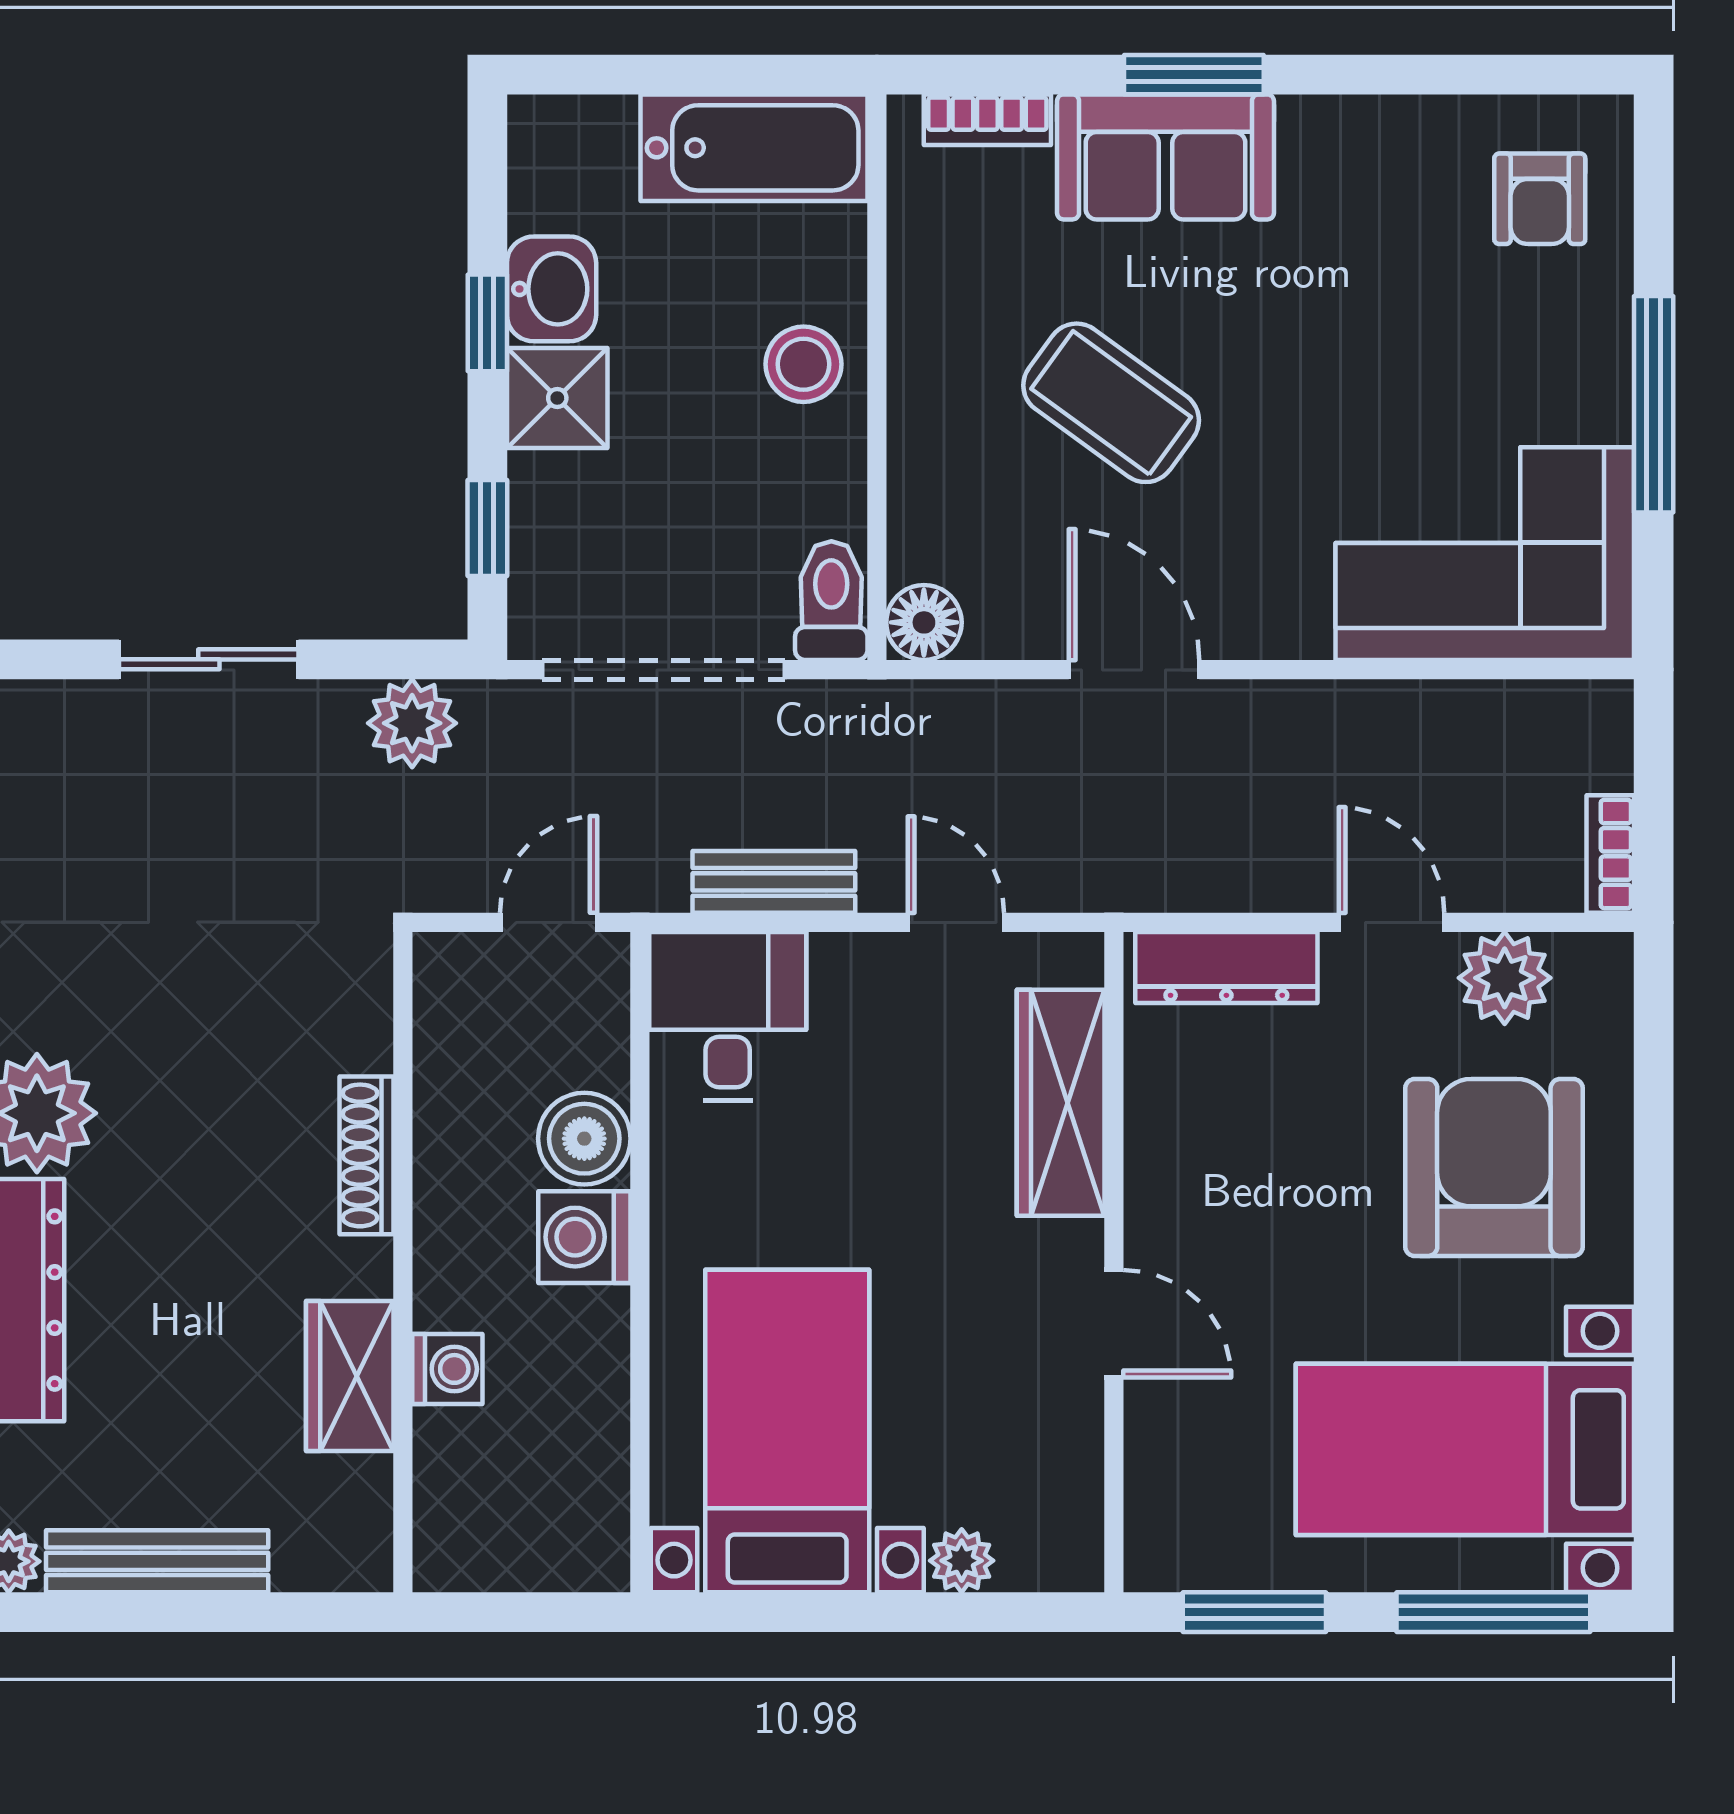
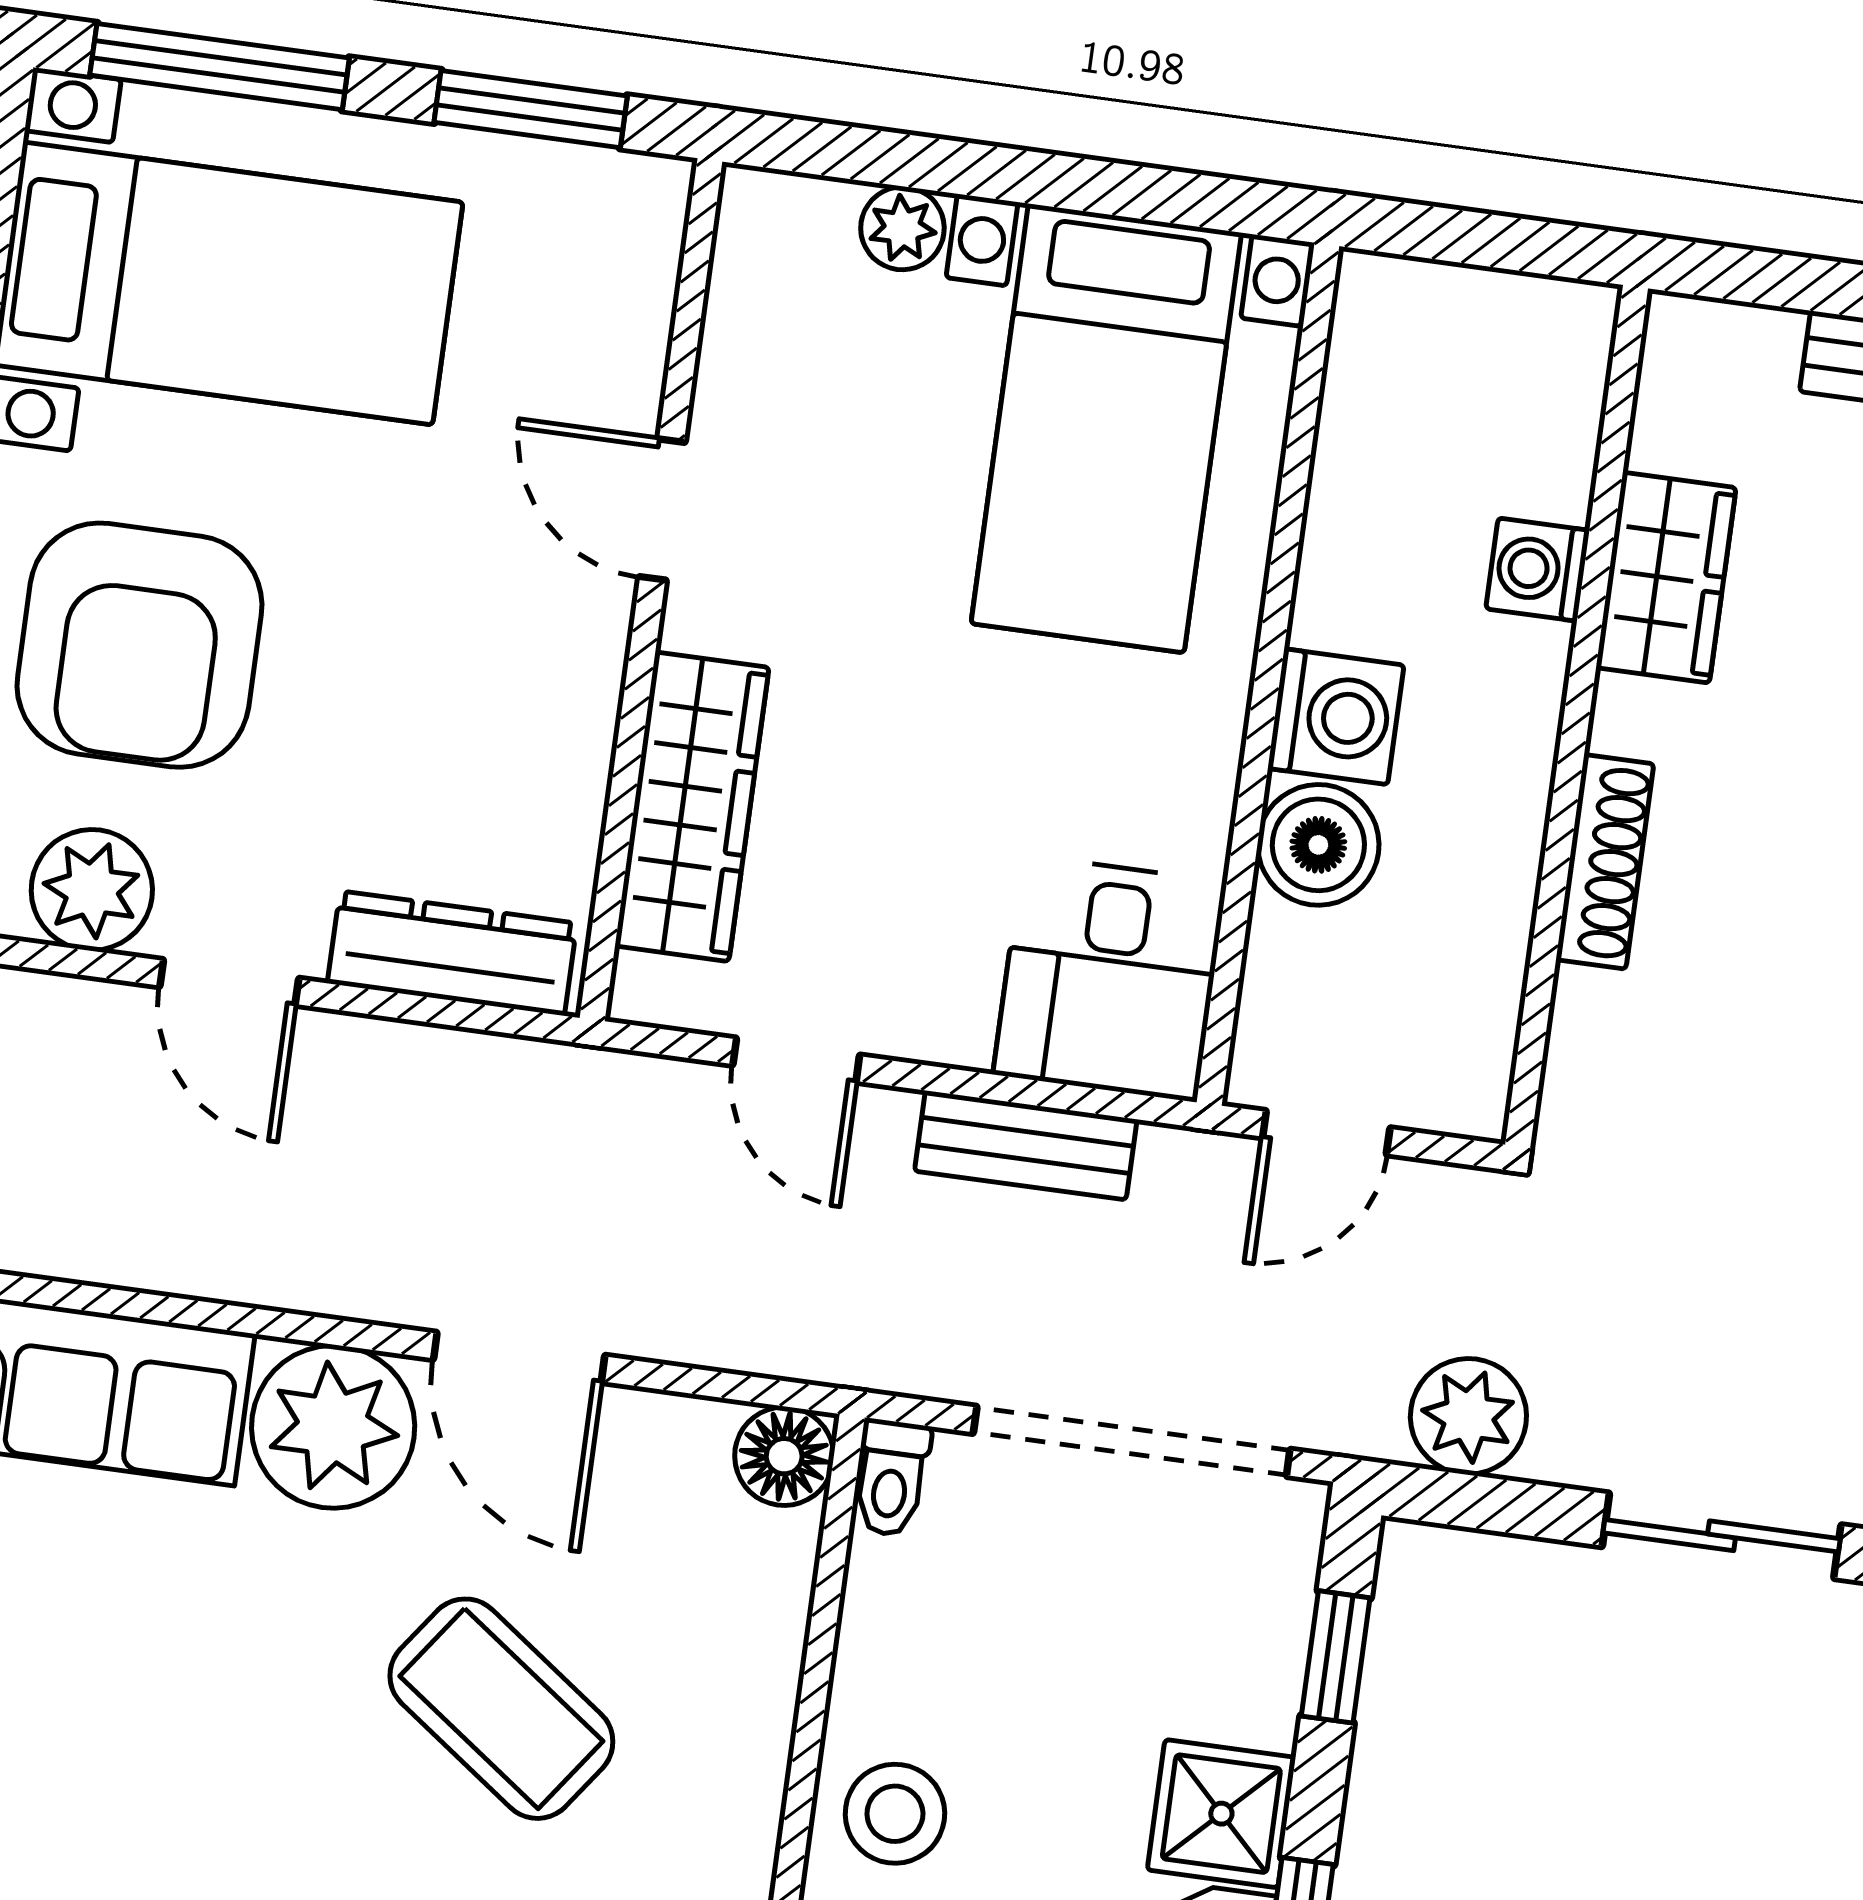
plant: (1267, 598) -> (333, 1427), added
toilet: (831, 601) -> (891, 1478), width x0.73, depth x0.72

